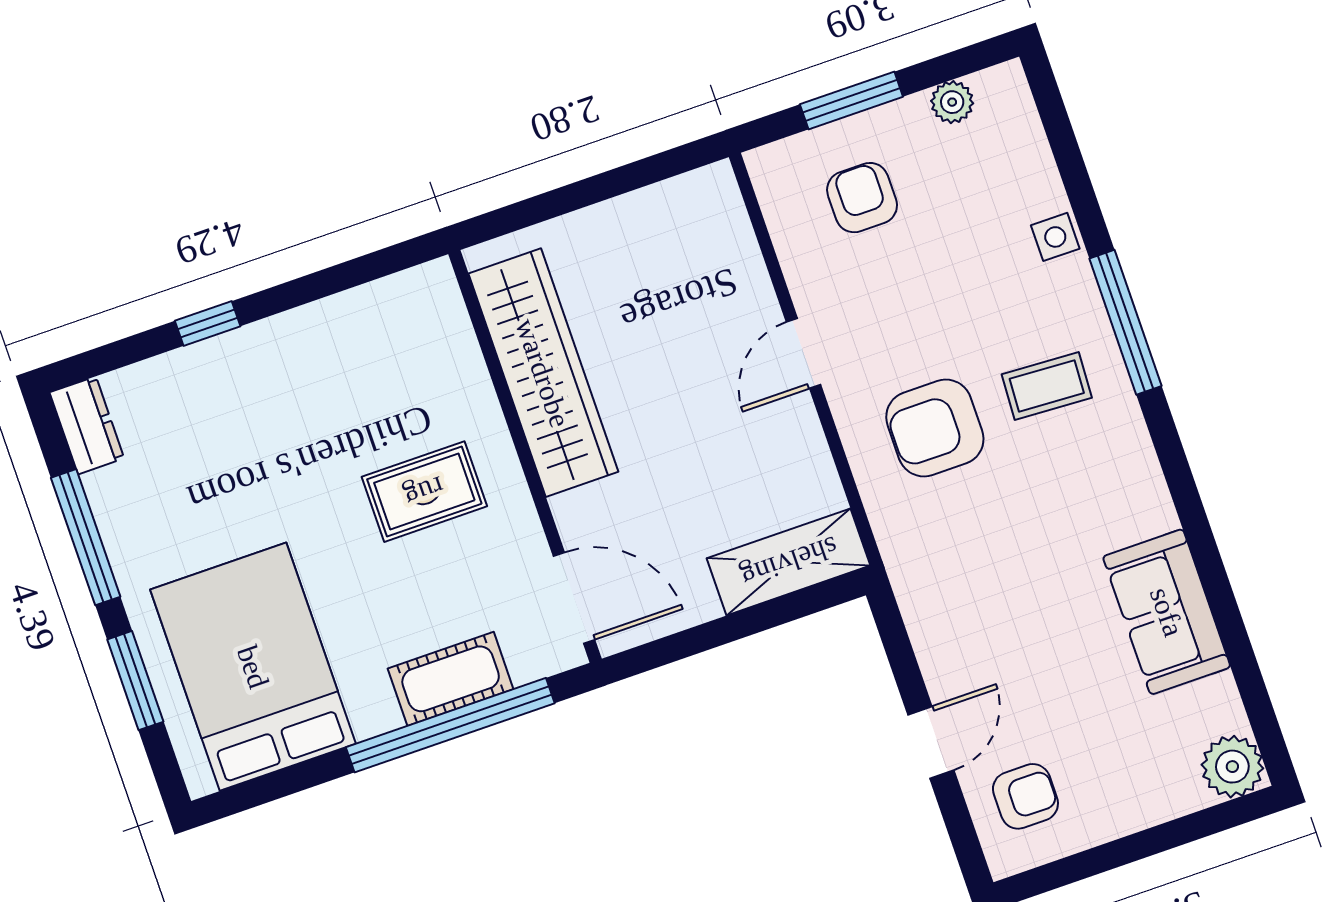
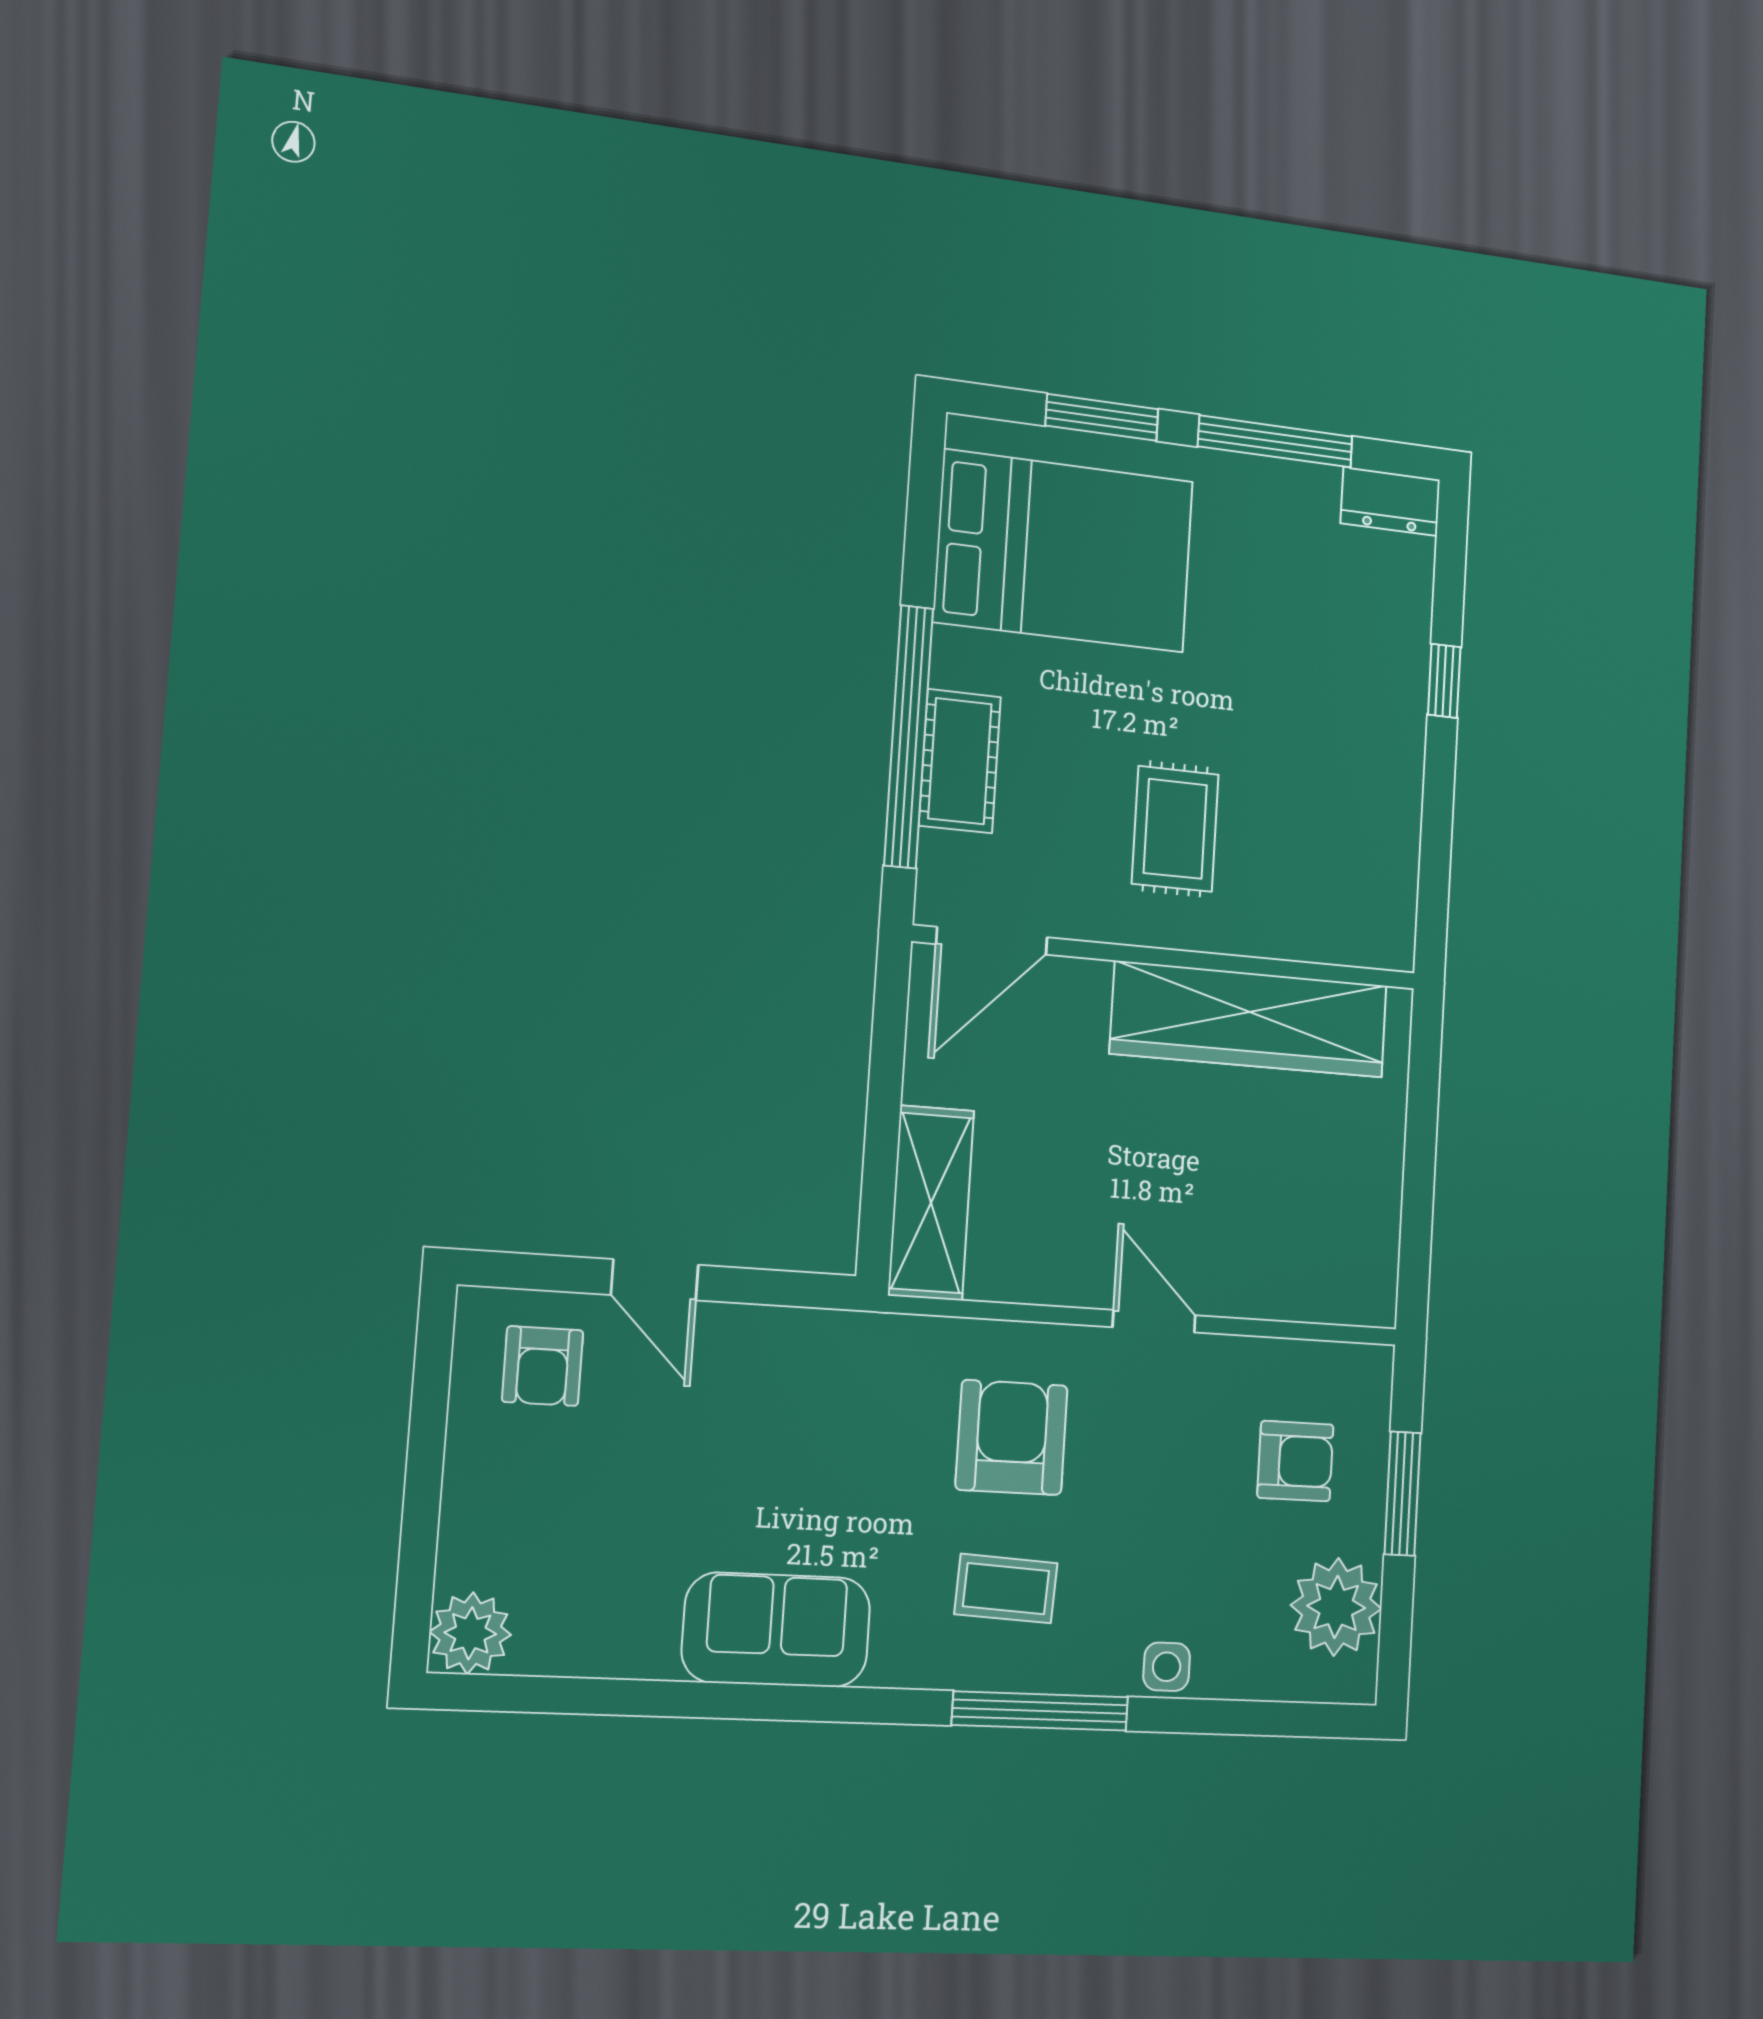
plant: (952, 102) -> (1336, 1607), width x1.88, depth x1.88
coffee table: (1047, 386) -> (1006, 1589), turned 90
sofa: (1167, 612) -> (776, 1630), moved

